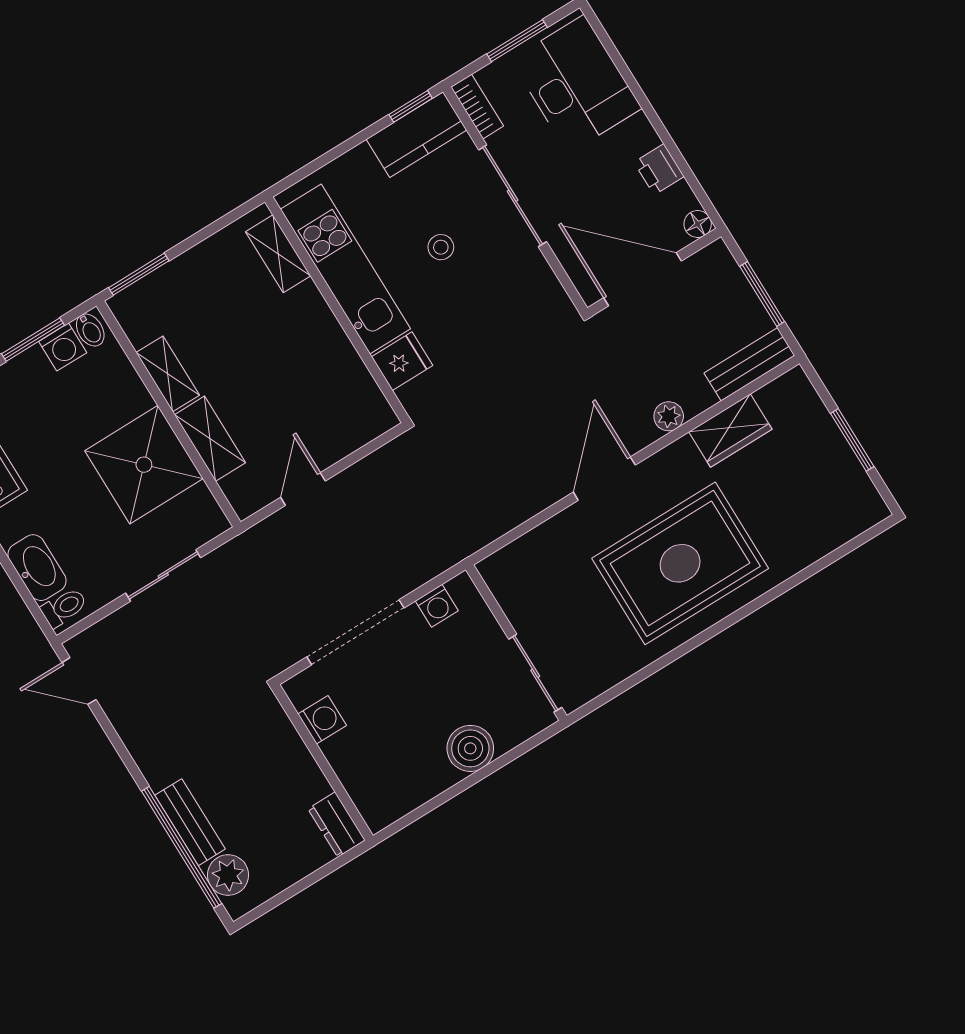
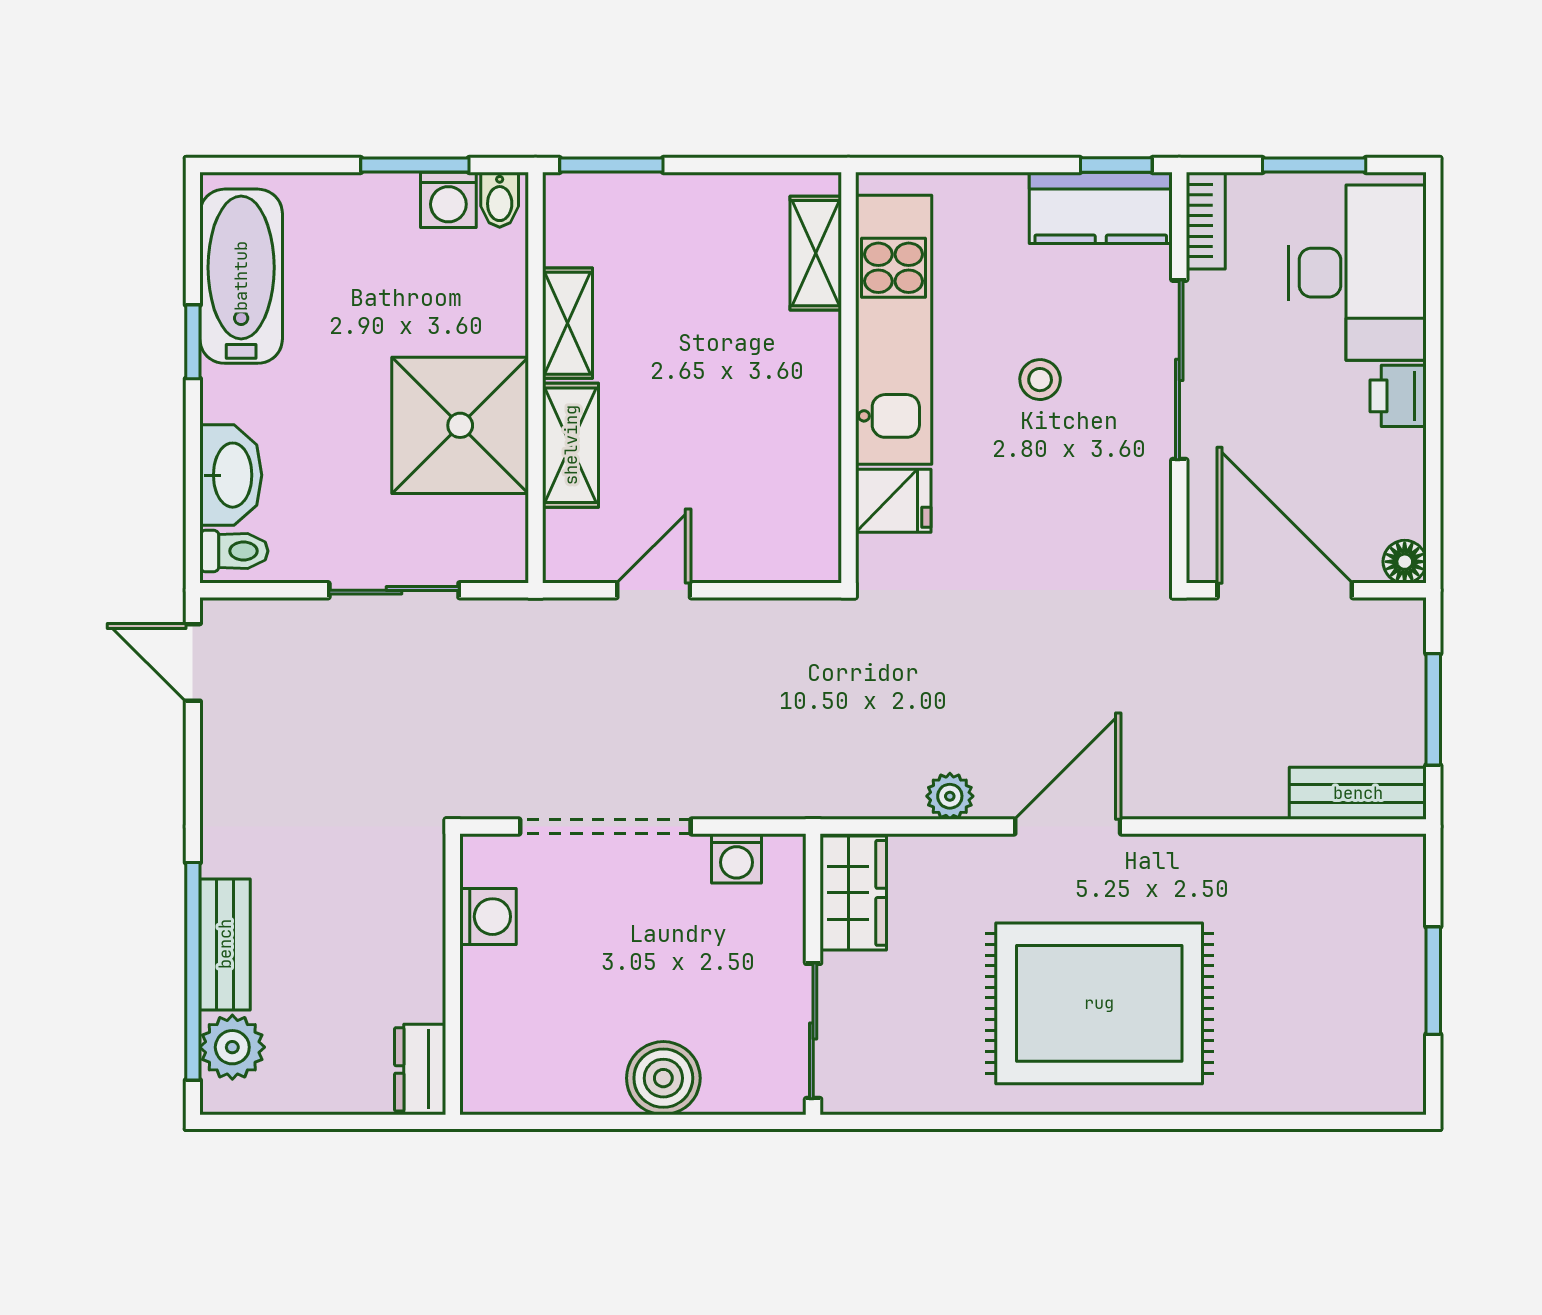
printer: (659, 169) -> (1398, 396), moved
plant: (669, 416) -> (950, 796), moved
wardrobe: (730, 431) -> (853, 893), moved, turned -90

